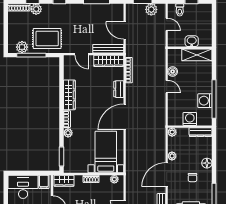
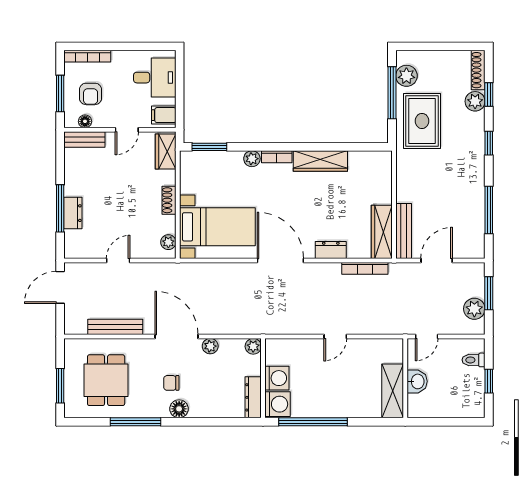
door: (167, 24) -> (427, 336), moved
door: (82, 54) -> (394, 184), removed
boiler: (173, 71) -> (363, 347), removed
washing machine: (205, 101) -> (278, 404), moved, turned 90
floor lamp: (207, 163) -> (179, 409), moved
desk: (23, 187) -> (155, 78), width x0.73

